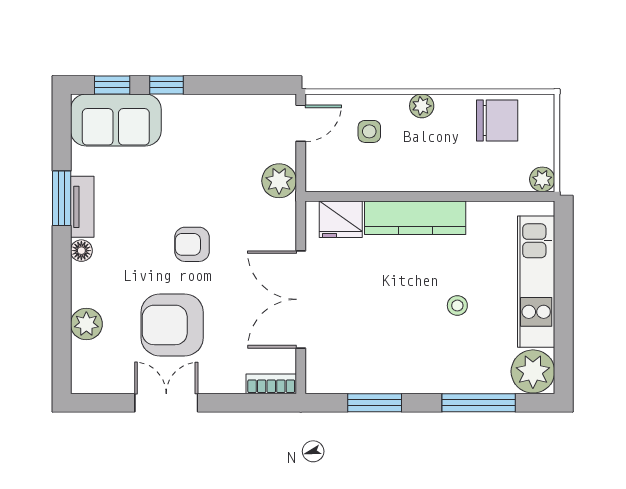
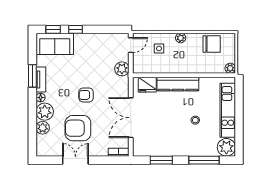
plant: (91, 285) -> (45, 112), added

